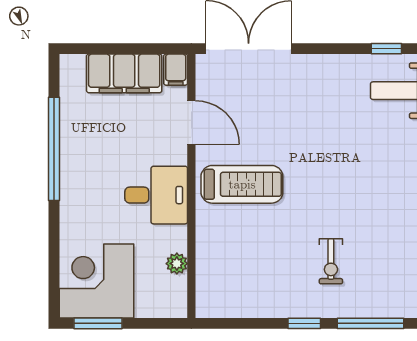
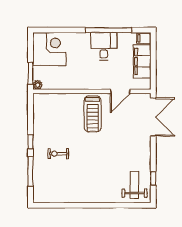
filing cabinet: (176, 70) -> (144, 38), moved
desk: (156, 195) -> (104, 46), moved, turned 180
plant: (177, 264) -> (38, 85), moved
window: (98, 323) -> (31, 73), moved

